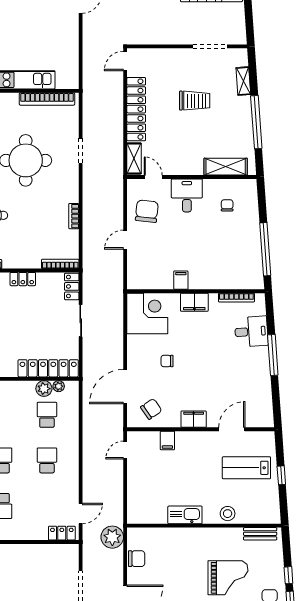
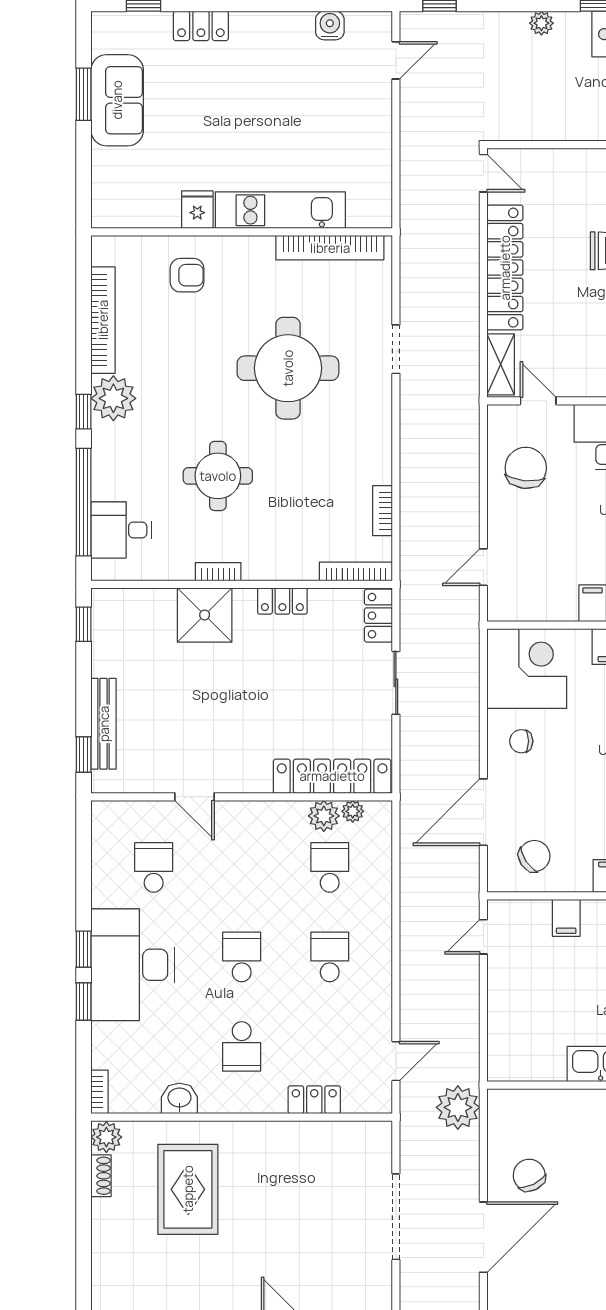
door: (125, 61) -> (483, 173), swing flipped
bookcase: (74, 216) -> (383, 511), moved
door: (125, 240) -> (483, 567), moved
chair: (167, 361) -> (521, 741), moved
locker: (62, 533) -> (314, 1100), moved
chair: (137, 559) -> (529, 1175), moved, turned -116

